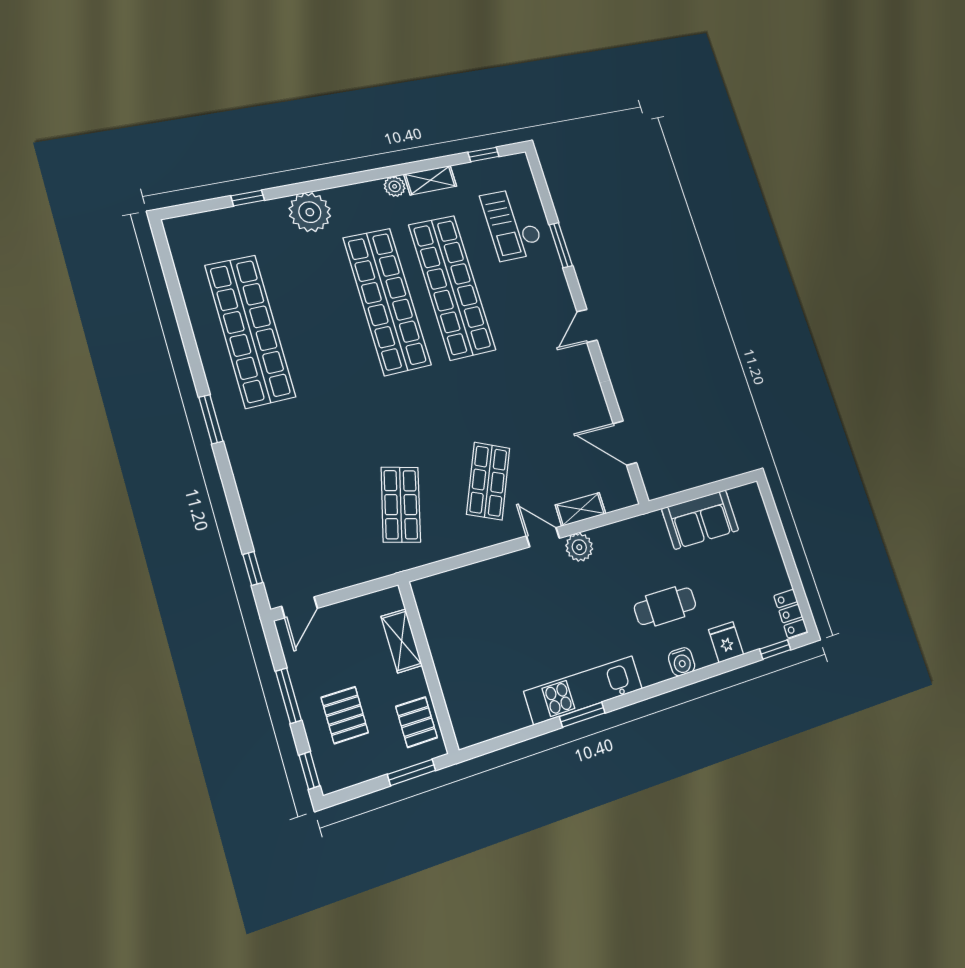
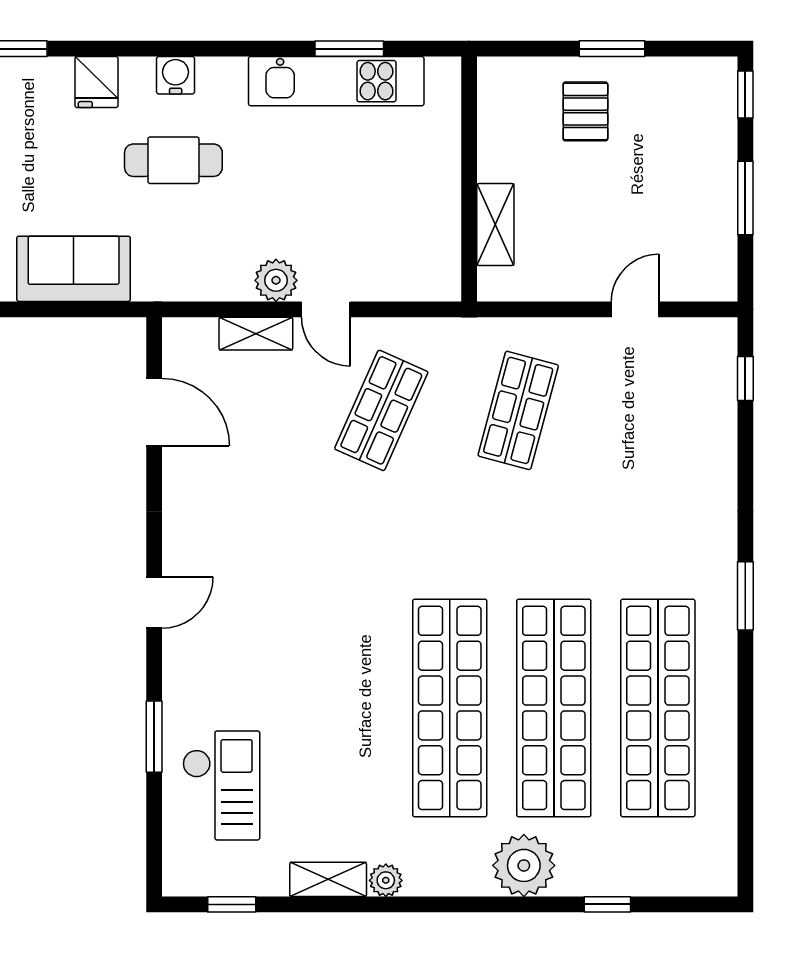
shop shelf: (452, 287) -> (554, 708), moved
door: (300, 607) -> (635, 309), moved
shelving: (402, 641) -> (495, 225), moved
wall: (428, 667) -> (469, 179), moved
pallet: (345, 715) -> (679, 150), removed

